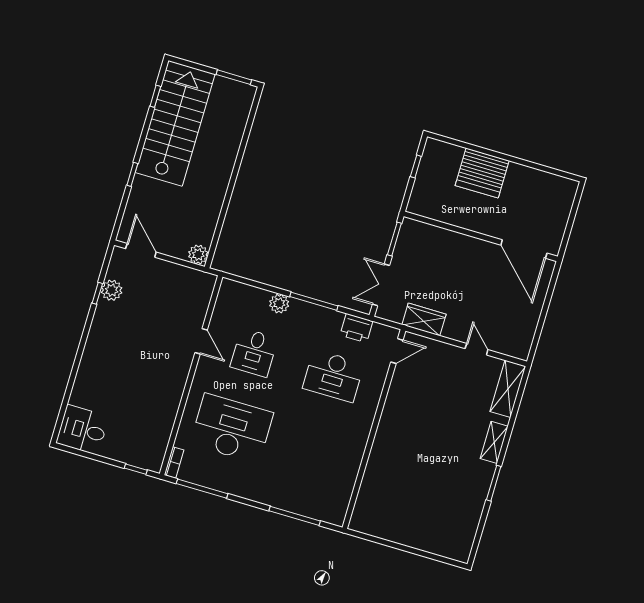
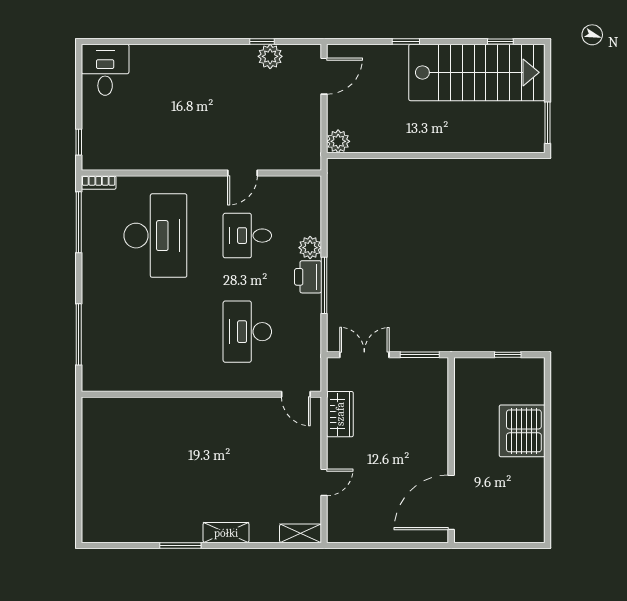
printer: (356, 328) -> (308, 277), moved
shelving: (508, 389) -> (301, 533), width x0.67, depth x0.75

